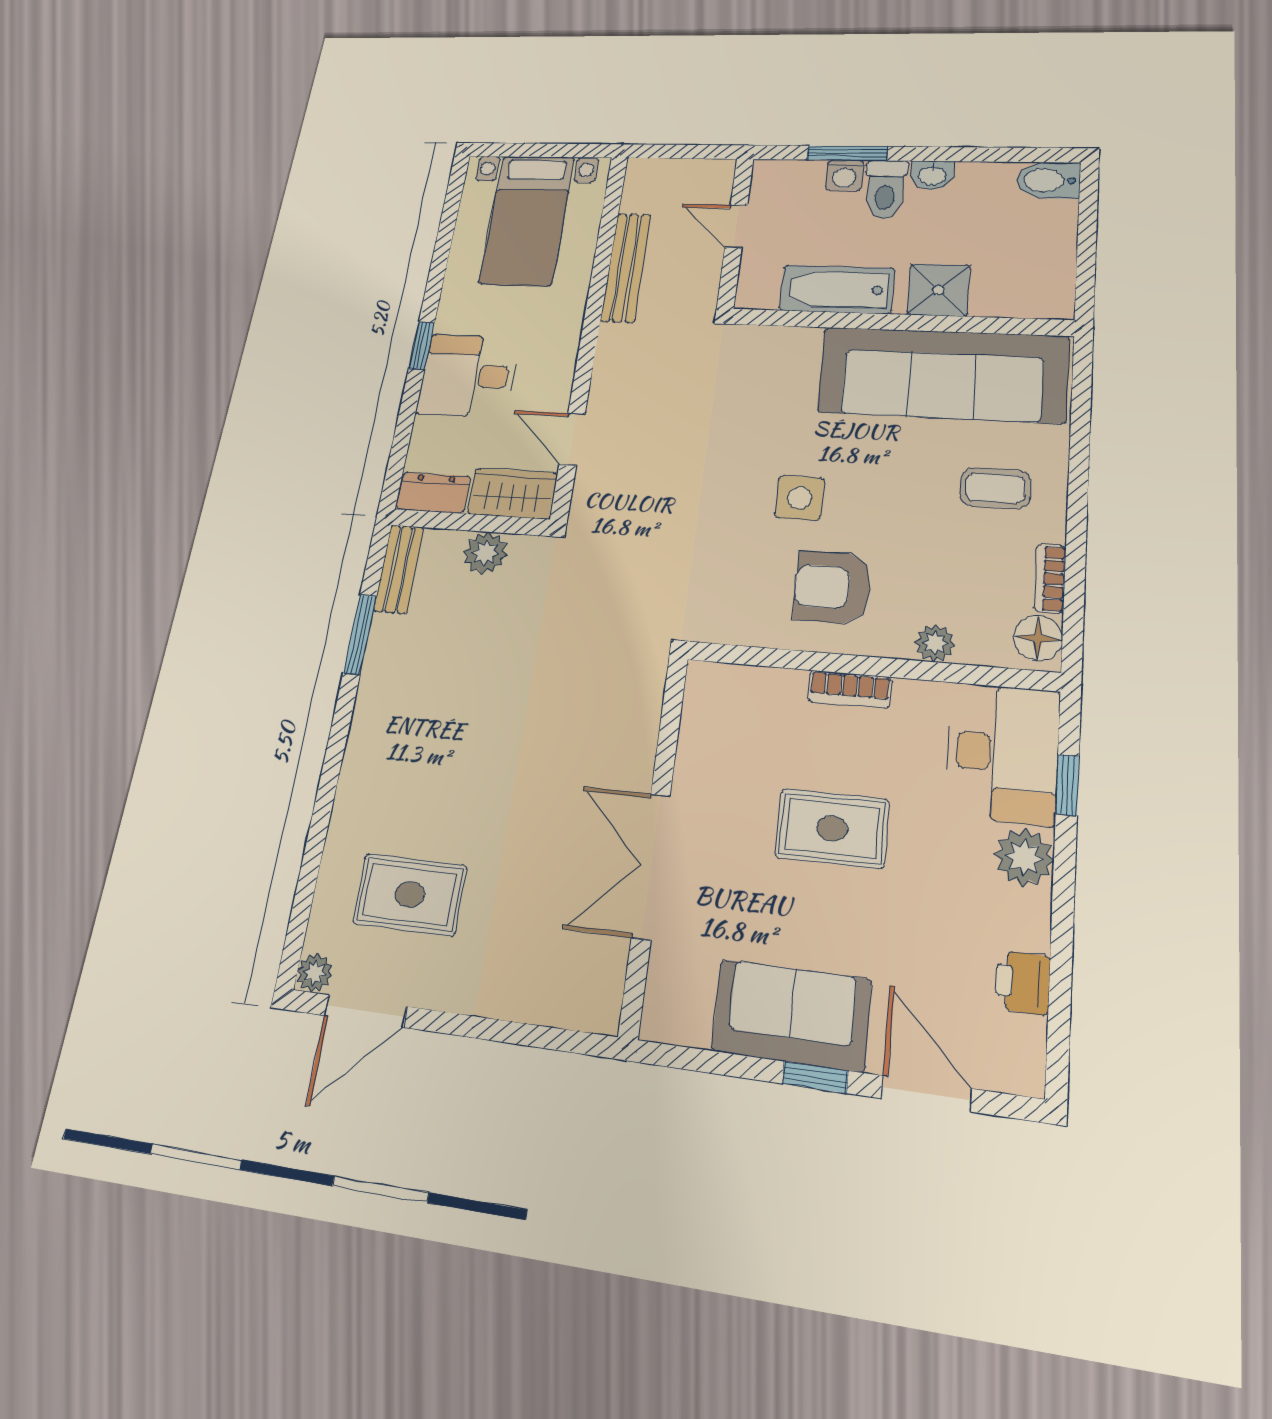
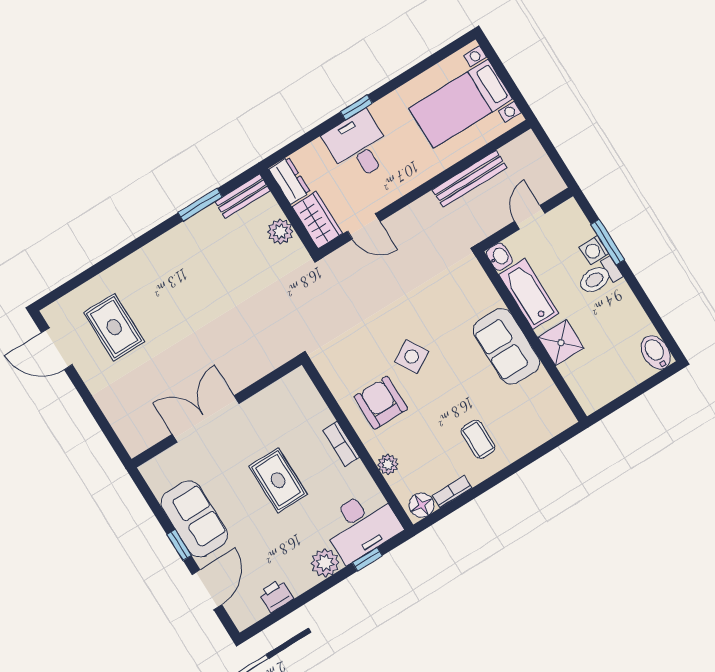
washbasin: (932, 175) -> (499, 257), moved, turned 180
sofa: (942, 374) -> (506, 346), width x0.54, depth x0.79
door: (572, 439) -> (364, 226), swing flipped
side table: (800, 498) -> (412, 357), turned -30
plant: (315, 973) -> (53, 314), removed

